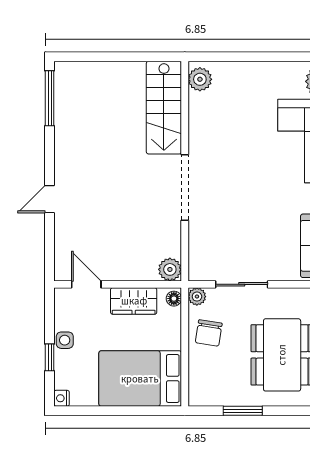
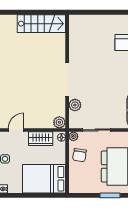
plant: (200, 79) -> (75, 105), moved
stairs: (164, 108) -> (41, 24), moved, turned -90
door: (86, 284) -> (16, 130), hinge flipped
window: (243, 411) -> (110, 195), moved

